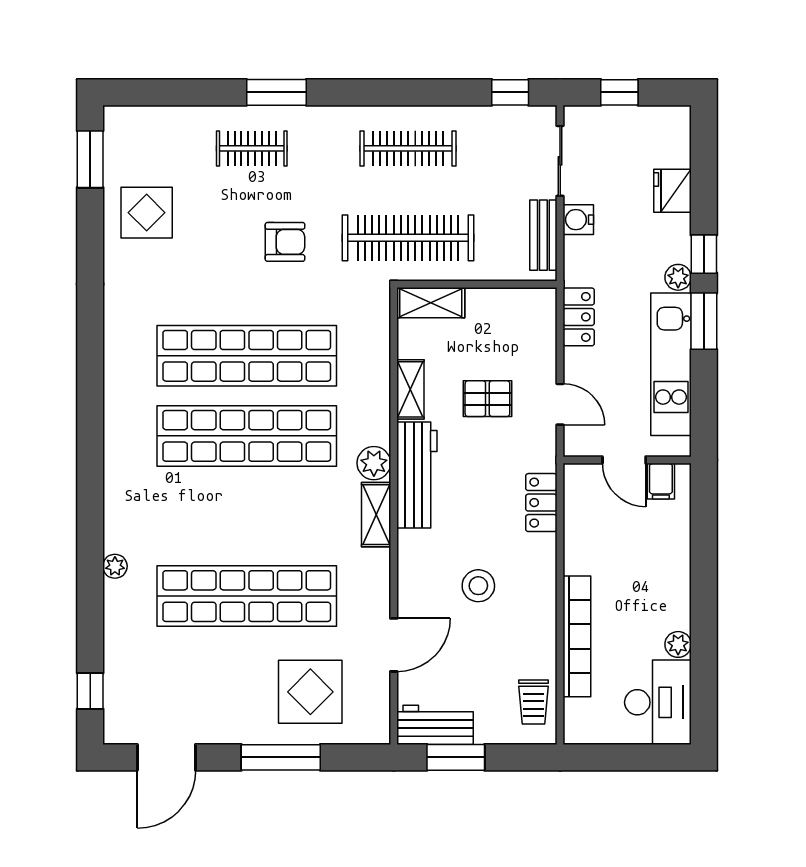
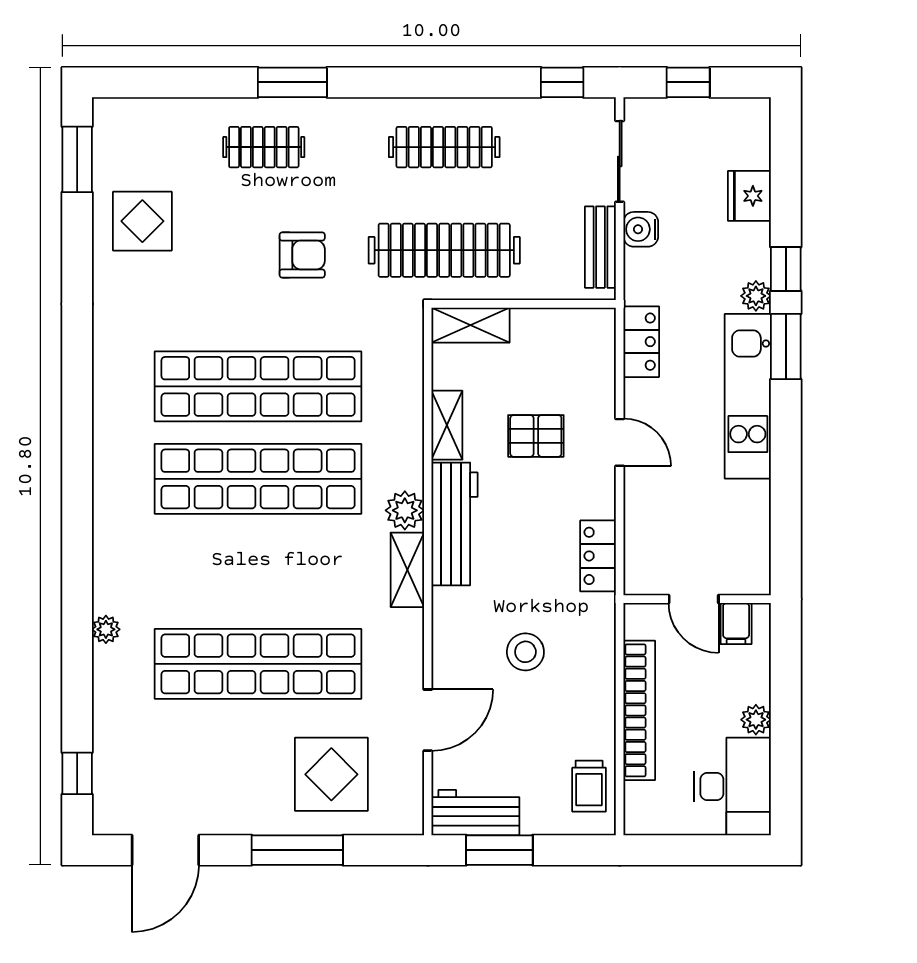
door: (624, 460) -> (694, 599), moved
wall: (627, 460) -> (697, 599), moved
filing cabinet: (661, 481) -> (736, 623), moved

